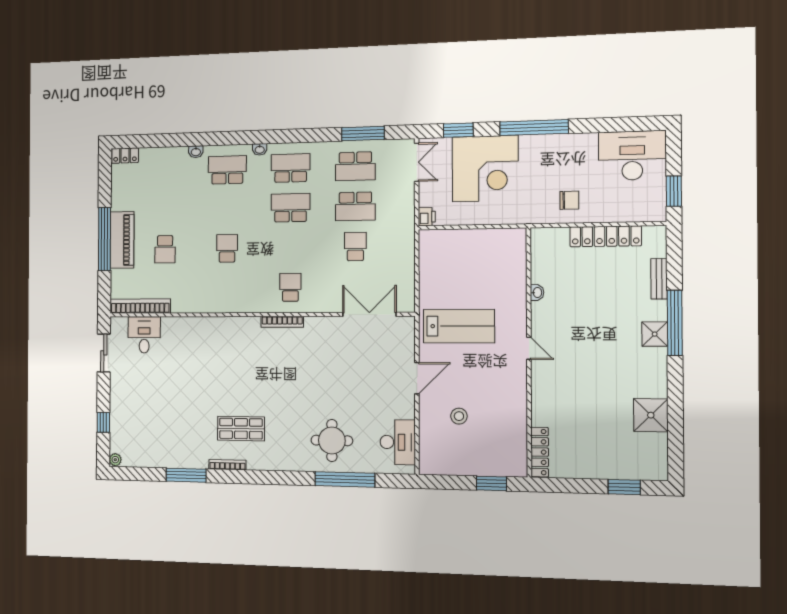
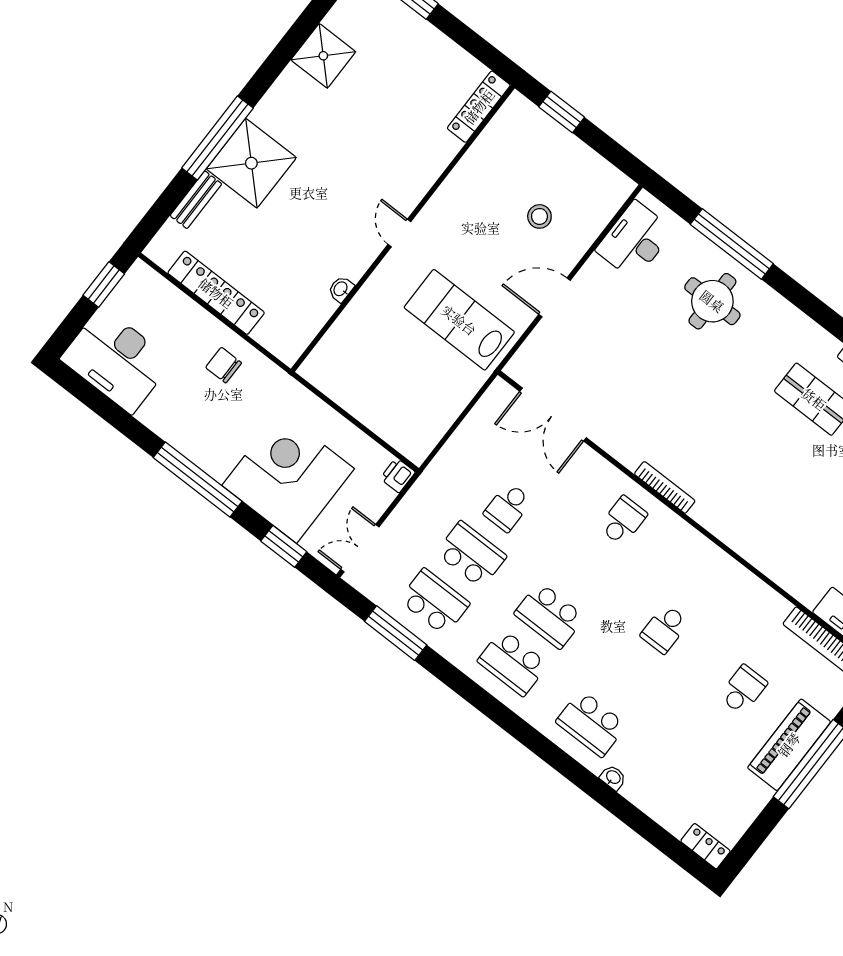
washbasin: (260, 149) -> (533, 716), removed
school desk: (290, 287) -> (623, 521), turned 180
shower: (655, 334) -> (251, 163), width x1.86, depth x1.86

